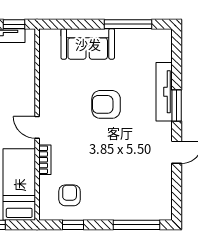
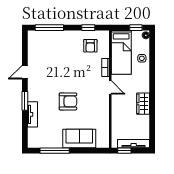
tv unit: (164, 92) -> (32, 114), width x0.71

